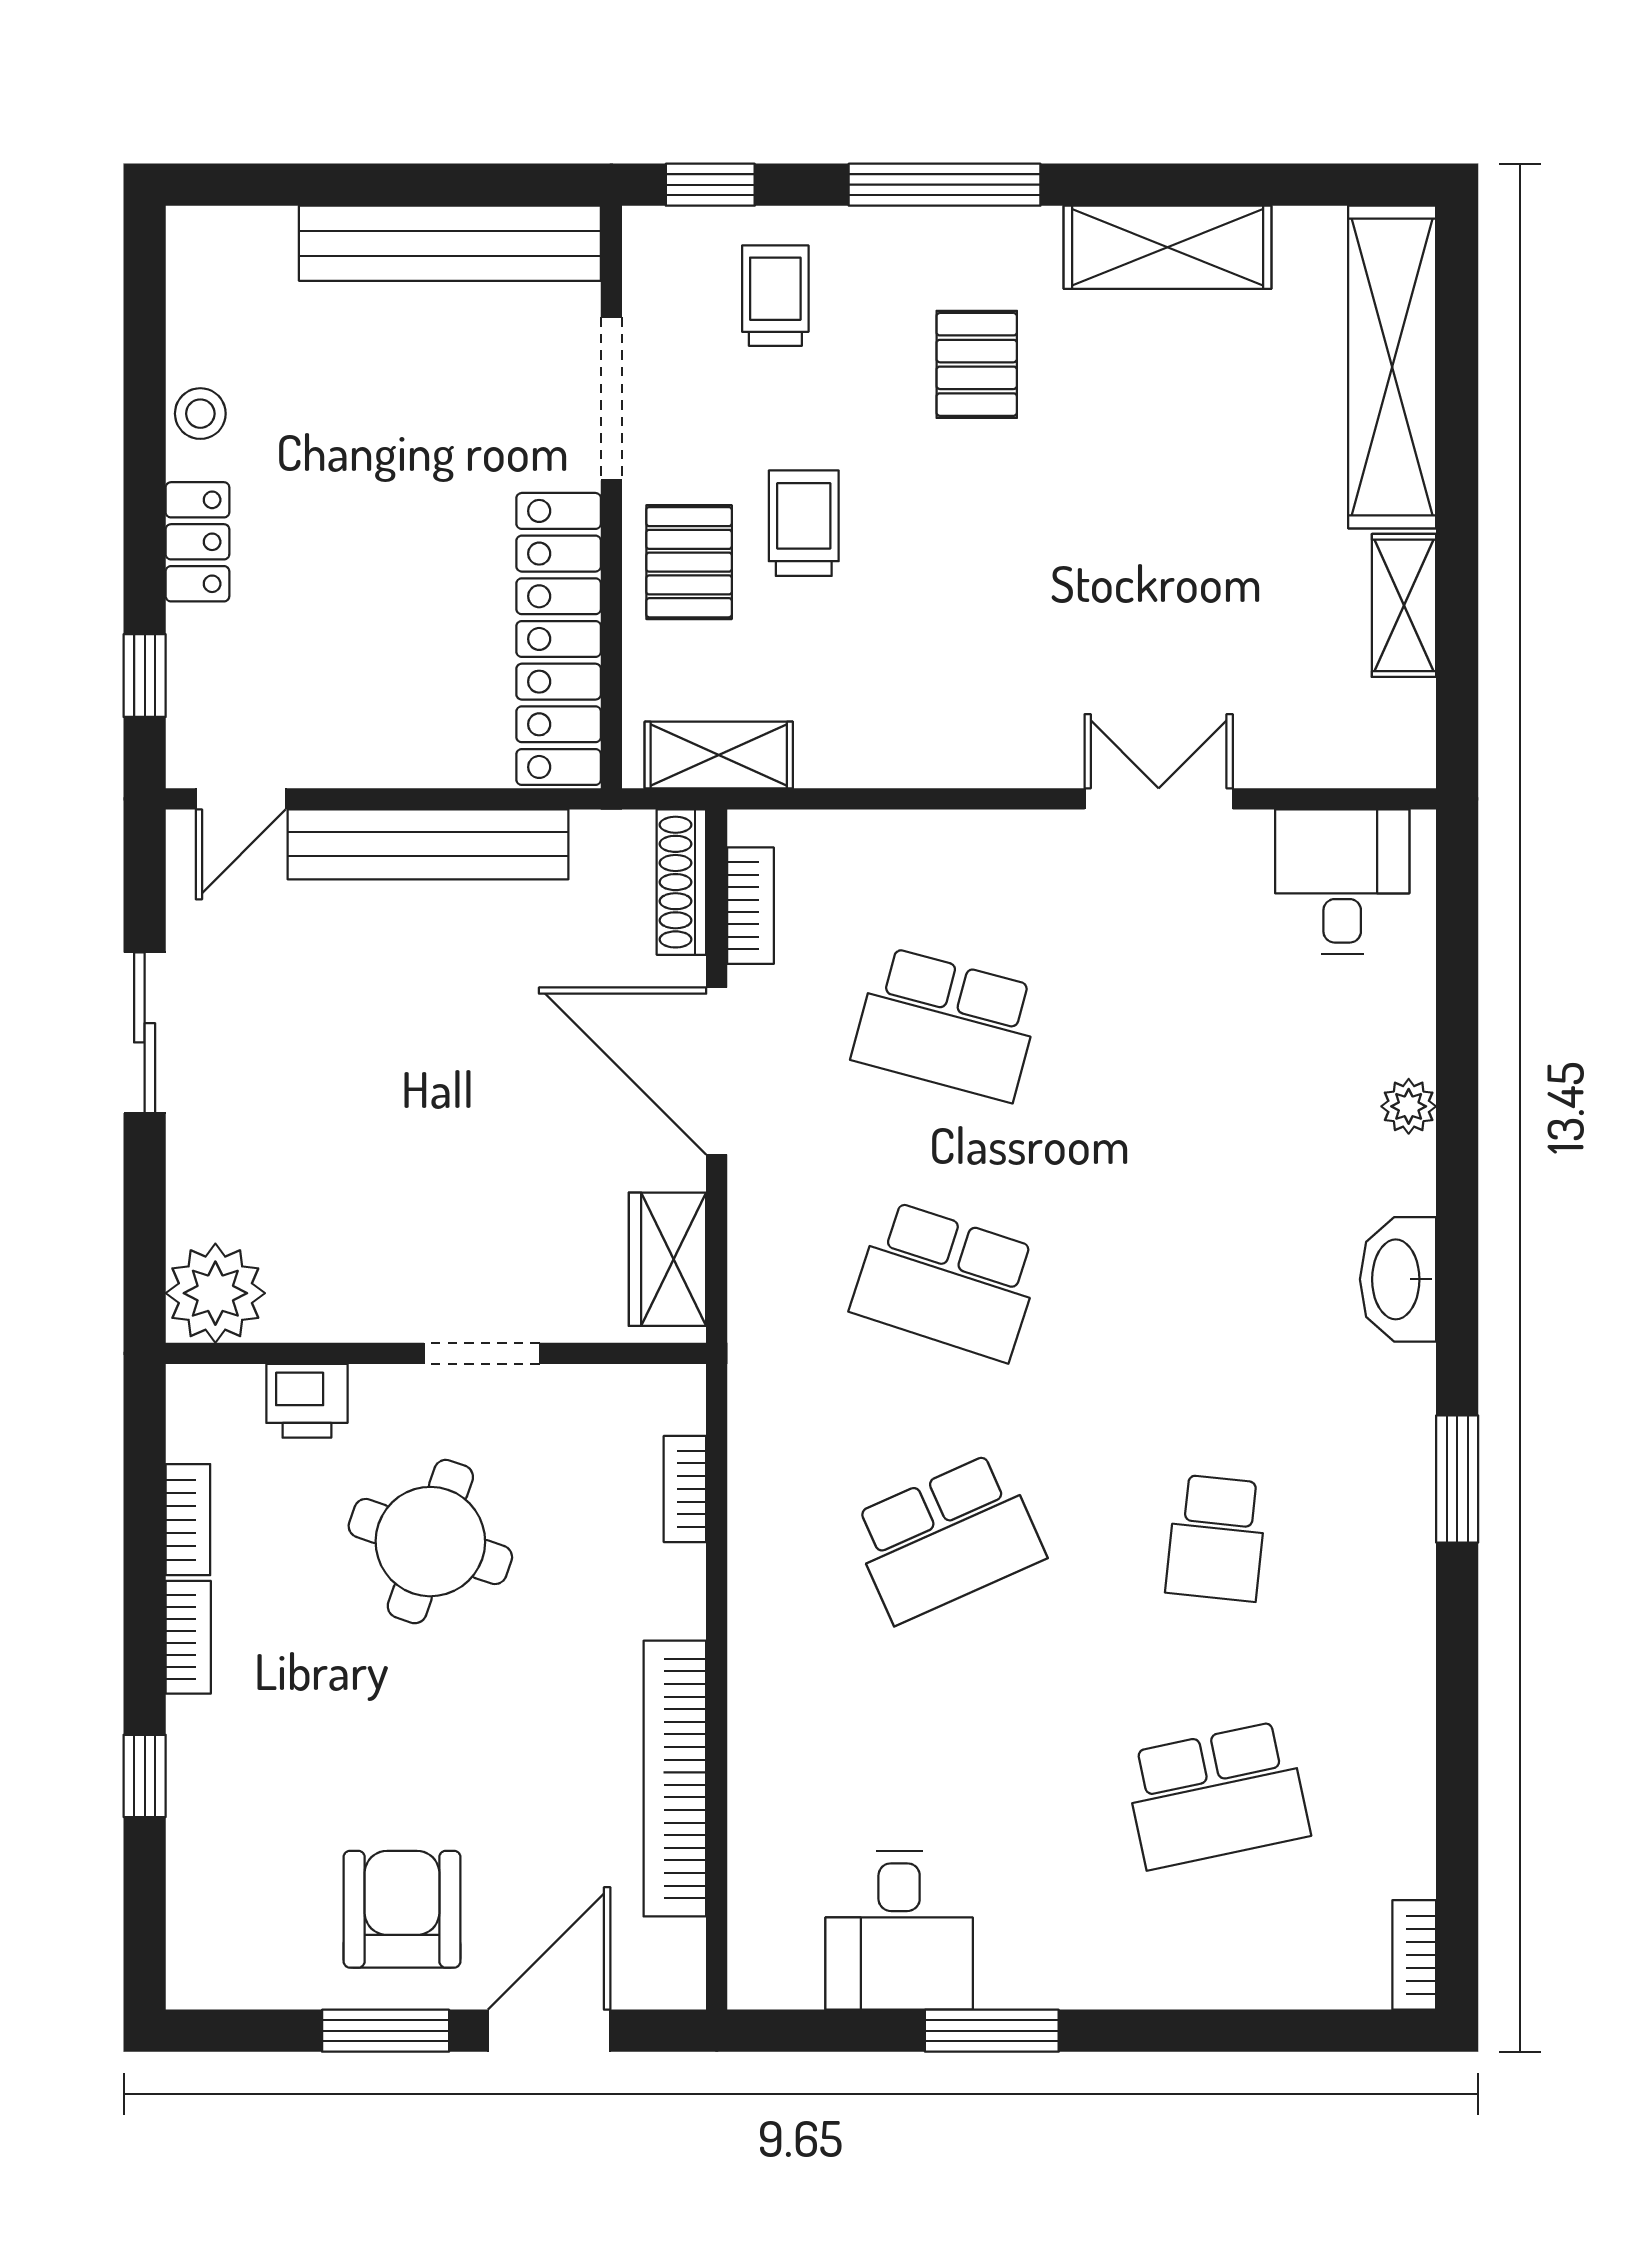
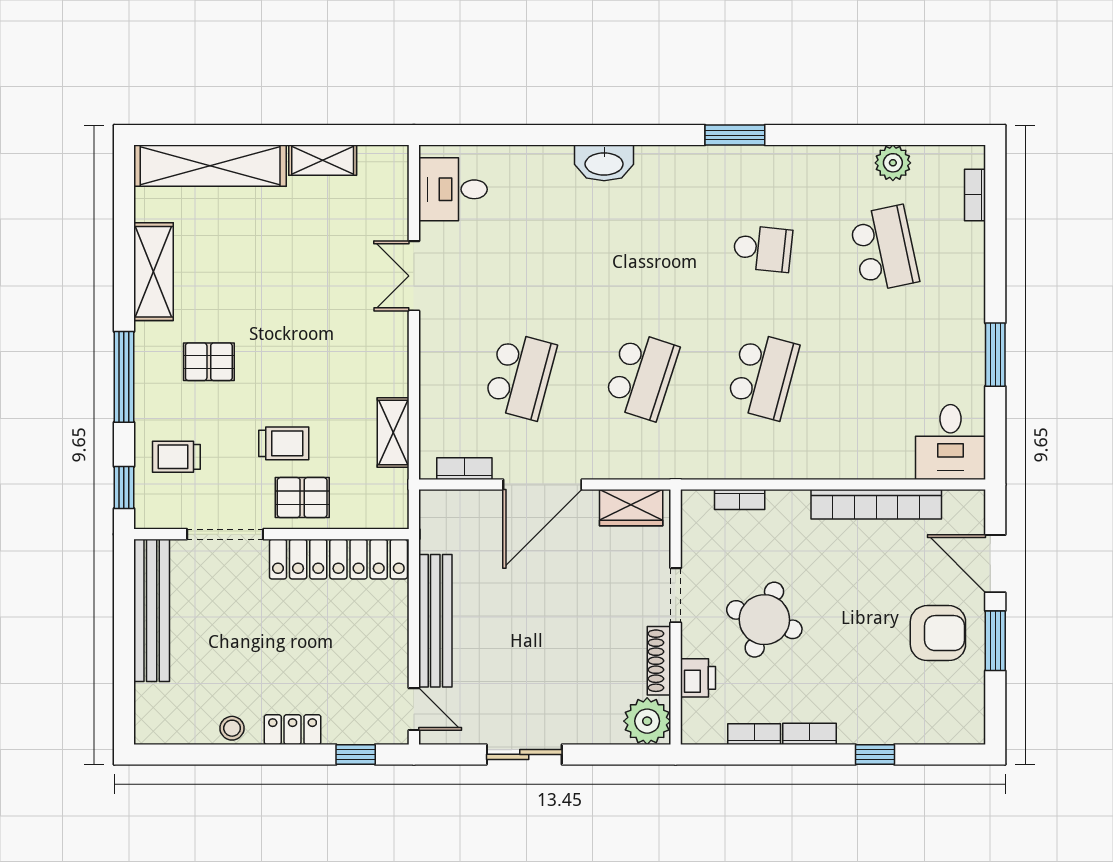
trolley: (804, 523) -> (284, 443), turned 180
shelving: (719, 755) -> (393, 433), moved
shoe rack: (681, 882) -> (659, 661), moved, turned 90
plant: (1409, 1106) -> (893, 163), moved, width x1.38, depth x1.38
washbasin: (1398, 1279) -> (604, 163), moved
school desk: (947, 1538) -> (763, 376), turned 39
armchair: (402, 1909) -> (938, 633), turned 180
desk: (899, 1930) -> (951, 442), moved, turned 90
bookcase: (1414, 1955) -> (975, 195), moved, turned 90

